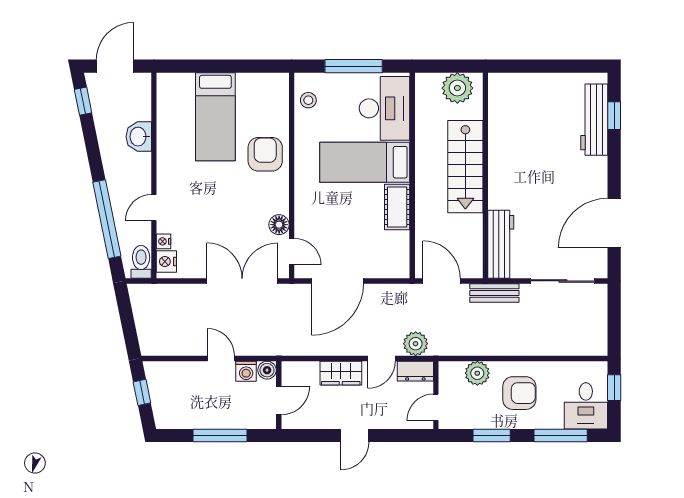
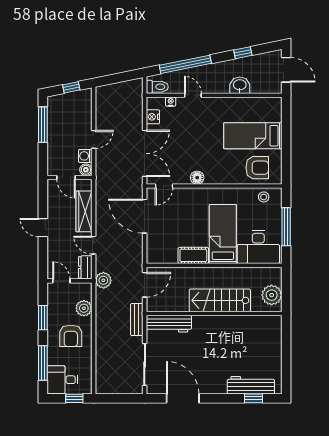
window: (83, 101) -> (243, 53), moved
armchair: (265, 154) -> (257, 168), moved
floor lamp: (279, 225) -> (197, 178), moved
nightstand: (166, 262) -> (153, 117), moved, turned -90
plant: (416, 344) -> (103, 280), moved
wardrobe: (341, 373) -> (84, 211), width x1.50
window: (220, 436) -> (43, 125), moved

